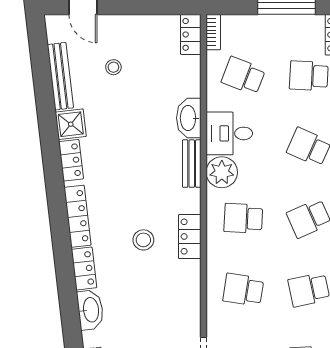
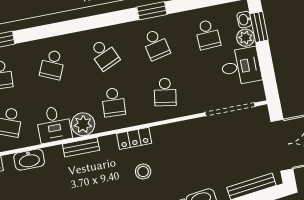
washbasin: (189, 118) -> (29, 160), moved

